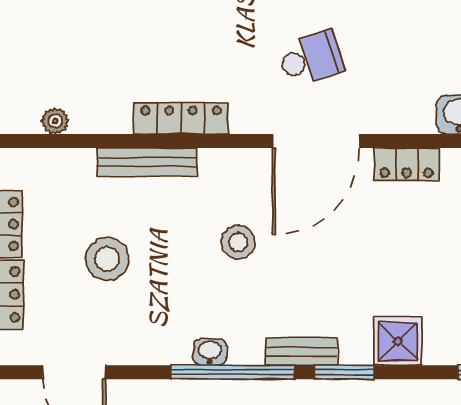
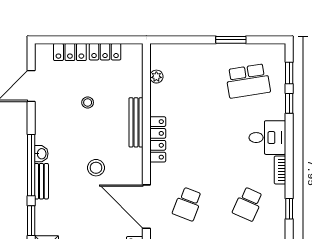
school desk: (311, 58) -> (188, 204), turned 39
stool: (107, 259) -> (88, 102), width x0.53, depth x0.53
bench: (301, 352) -> (41, 181), moved

